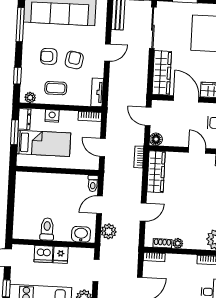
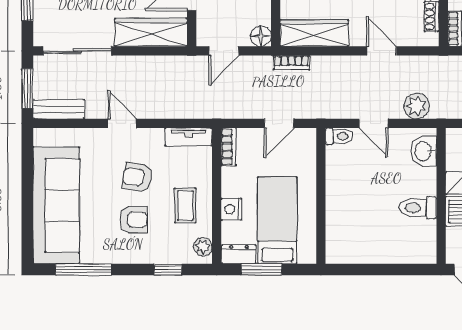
armchair: (49, 56) -> (134, 220), turned -90

